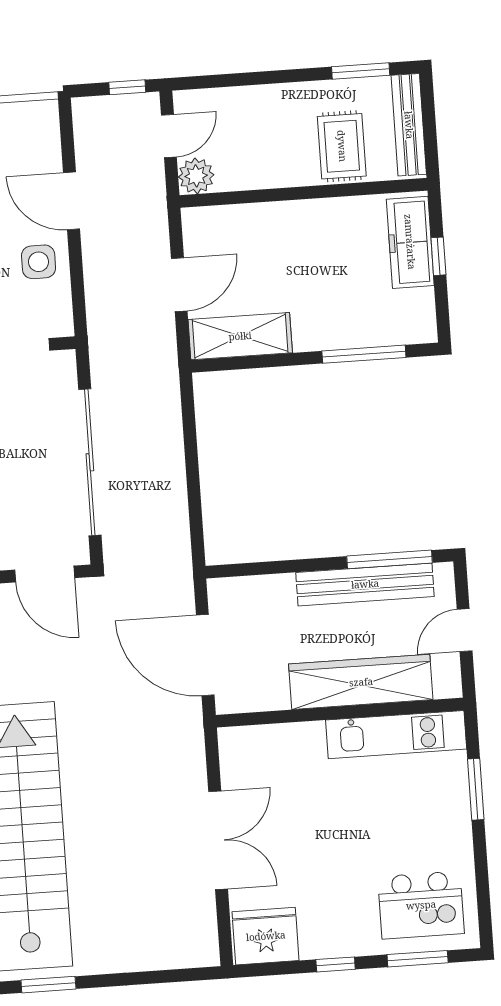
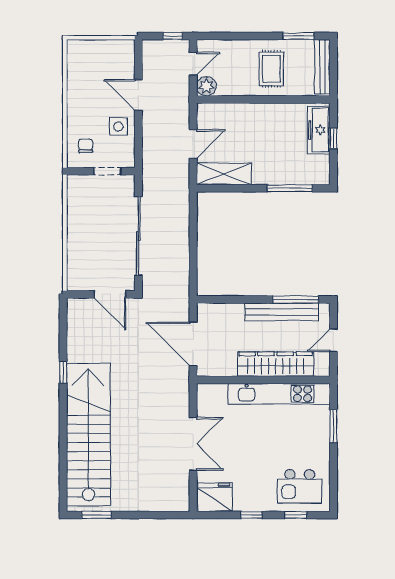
rug: (342, 146) -> (271, 69), moved
kitchen unit: (396, 735) -> (279, 394), width x1.36
window: (418, 959) -> (296, 515), width x0.67

